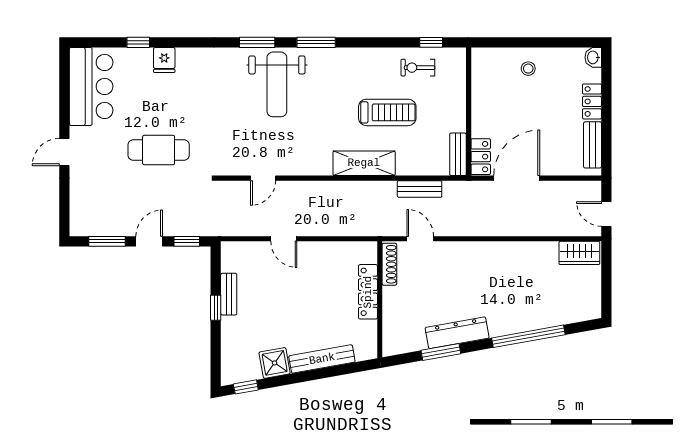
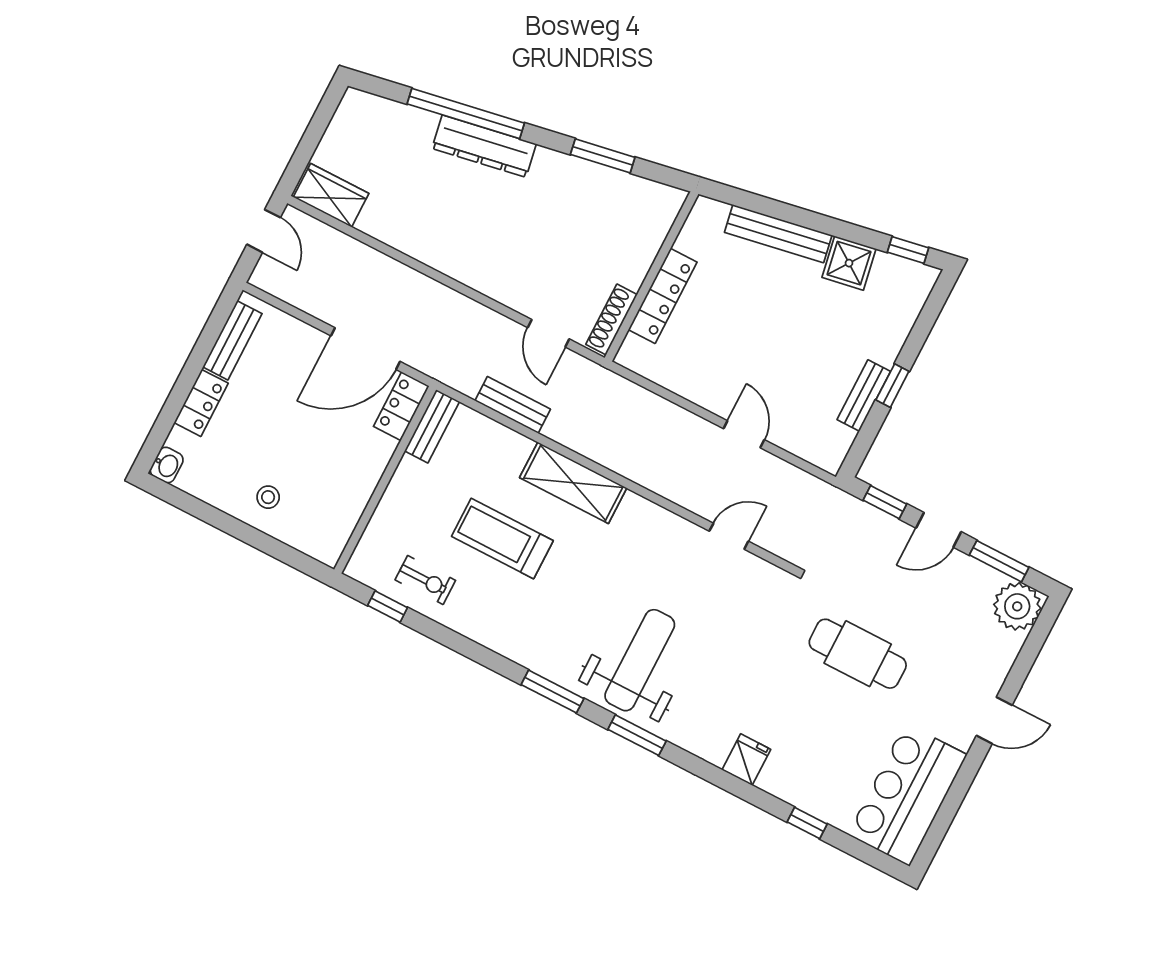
fridge: (164, 60) -> (746, 760), moved
plant: (84, 222) -> (1017, 606), added
dresser: (457, 333) -> (484, 146), moved

